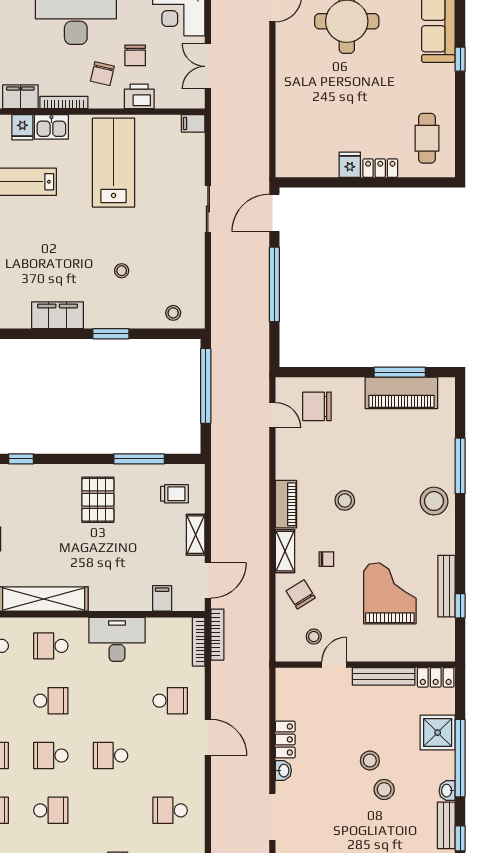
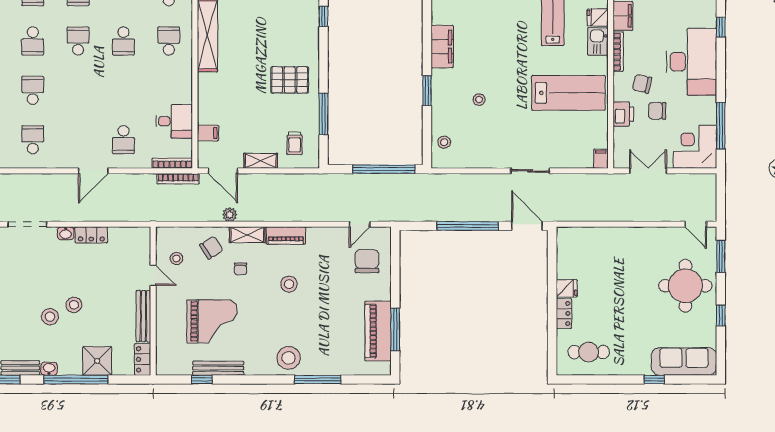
plant: (261, 572) -> (230, 215), added
desk: (117, 639) -> (174, 121), moved, width x0.73
school desk: (110, 756) -> (33, 90), moved

